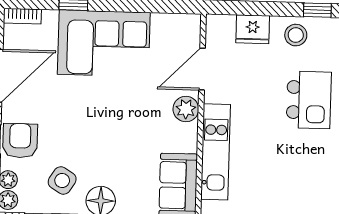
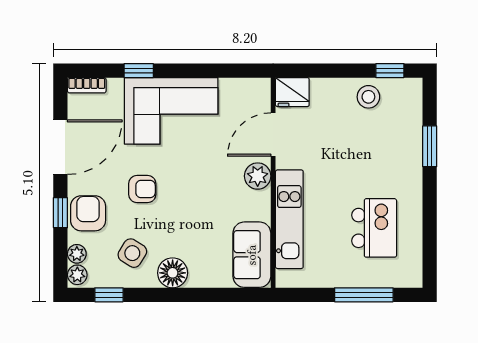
fridge: (253, 29) -> (292, 92), moved
kitchen island: (309, 100) -> (374, 228), moved
armchair: (74, 119) -> (142, 189), added

